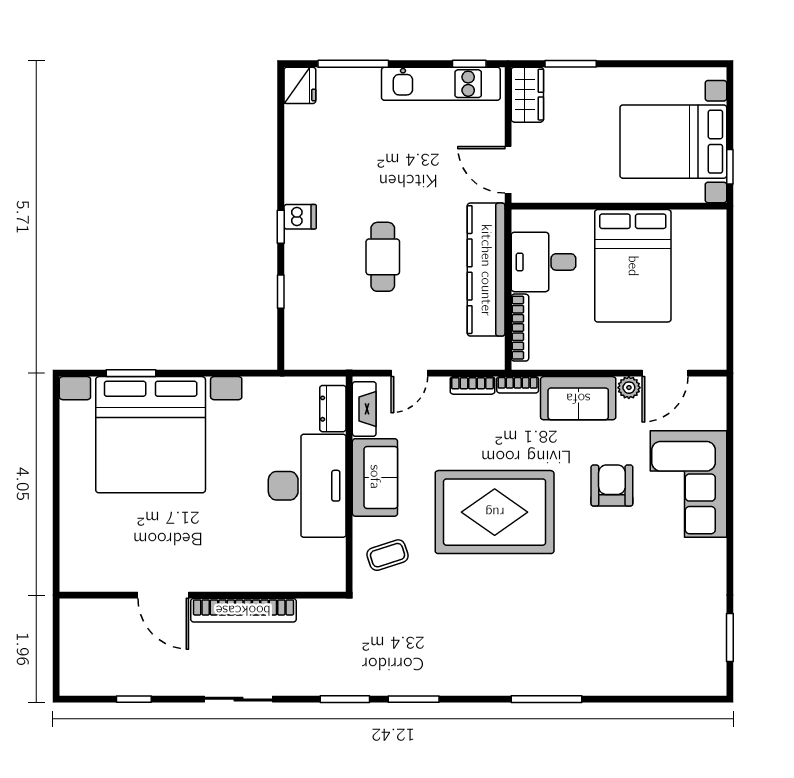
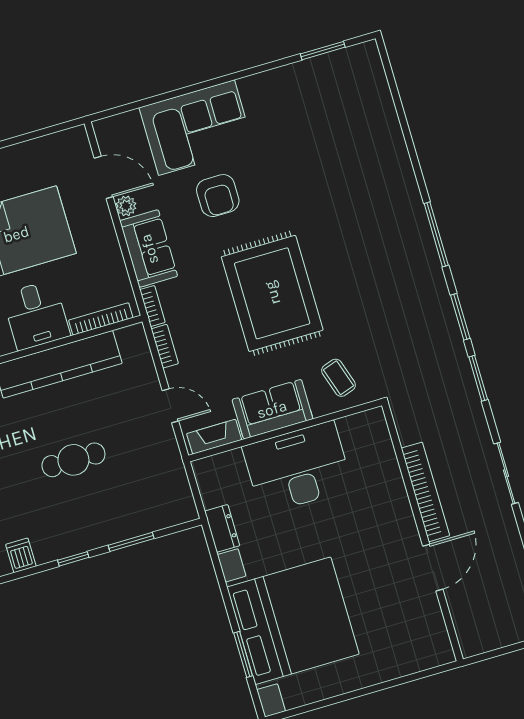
dishwasher: (300, 217) -> (21, 555), moved
window: (281, 292) -> (131, 542), width x1.50
dresser: (333, 409) -> (222, 528), moved, turned -90
armchair: (612, 486) -> (218, 196), turned -90
window: (547, 699) -> (436, 234), moved

